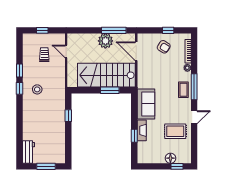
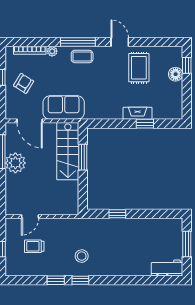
door: (136, 51) -> (30, 121), hinge flipped
stairs: (106, 75) -> (68, 151), width x0.73, depth x0.66
sofa: (146, 104) -> (64, 108), moved

